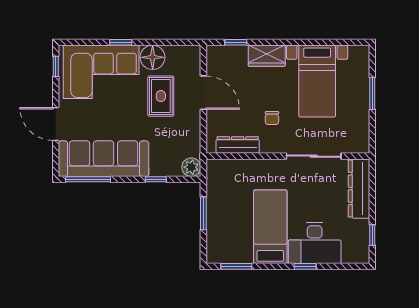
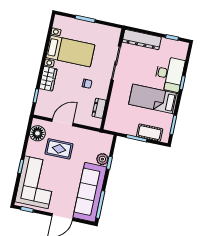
floor lamp: (153, 57) -> (37, 133), moved
dresser: (238, 145) -> (99, 108), width x0.70
plant: (191, 167) -> (102, 159), moved
cot: (217, 232) -> (150, 133), added

